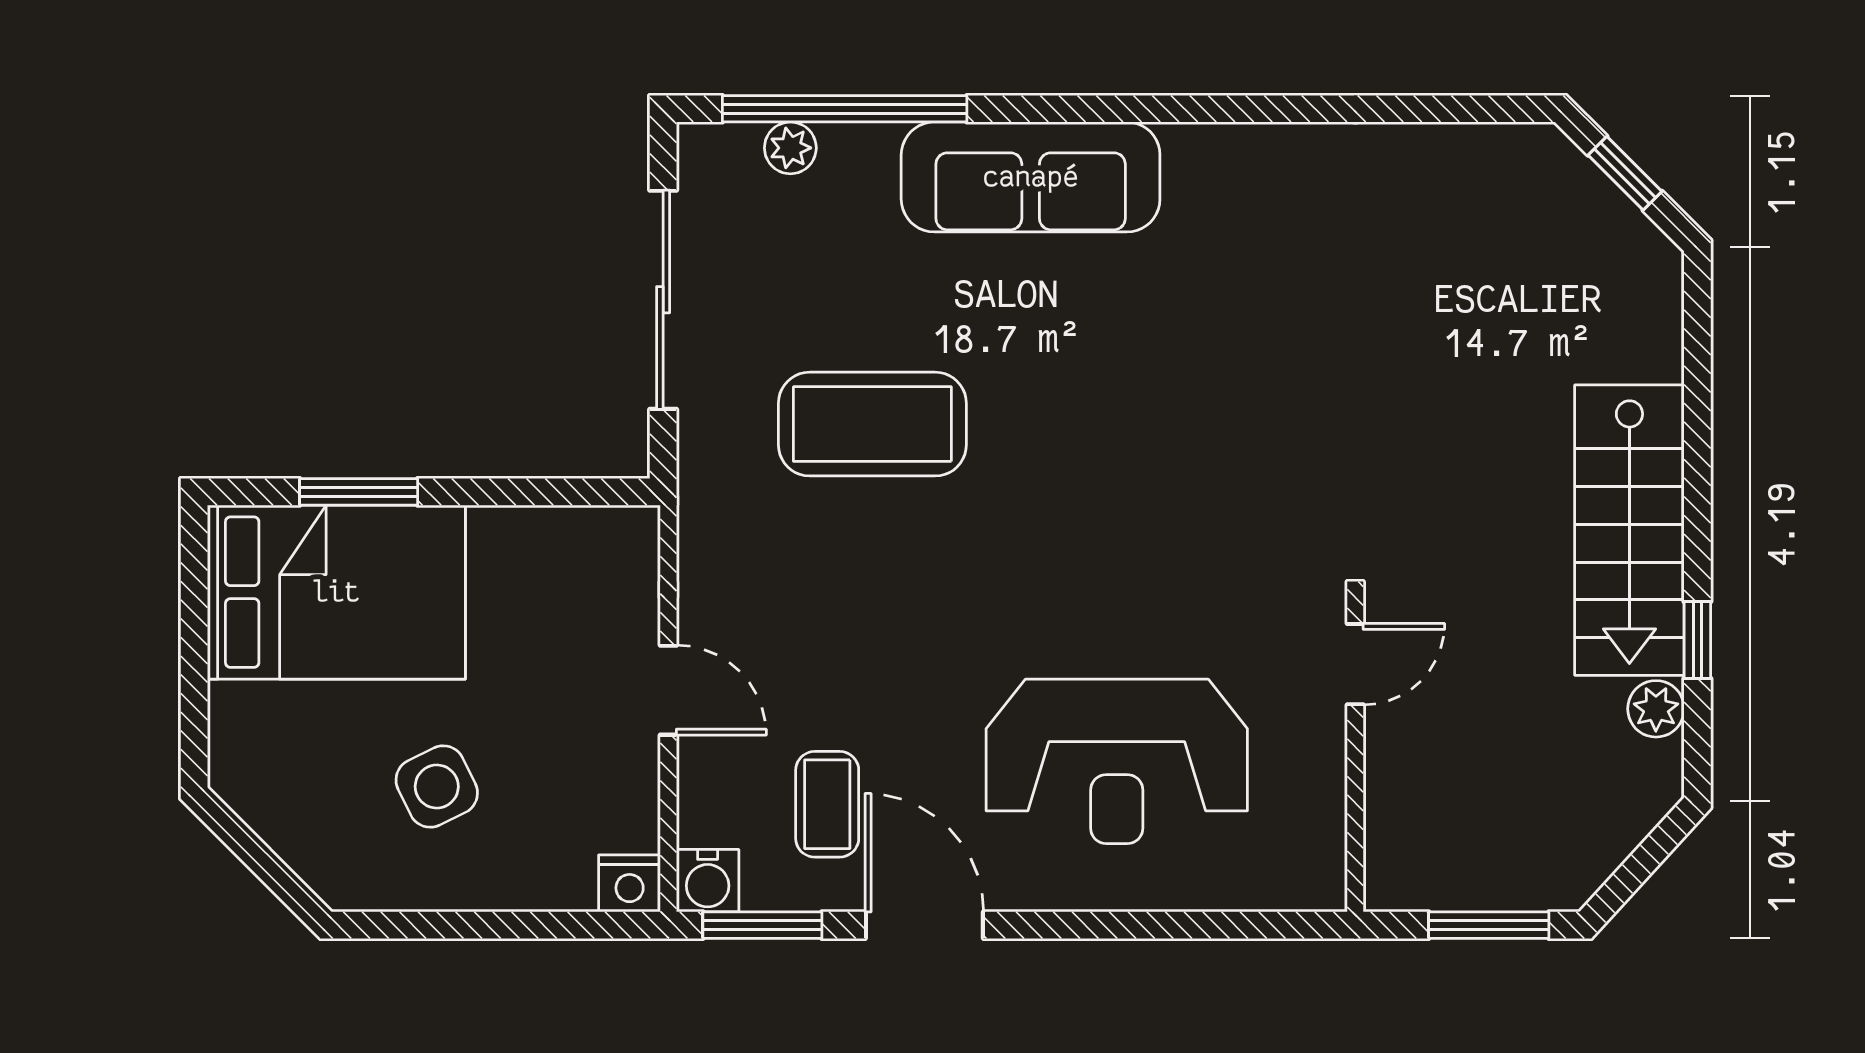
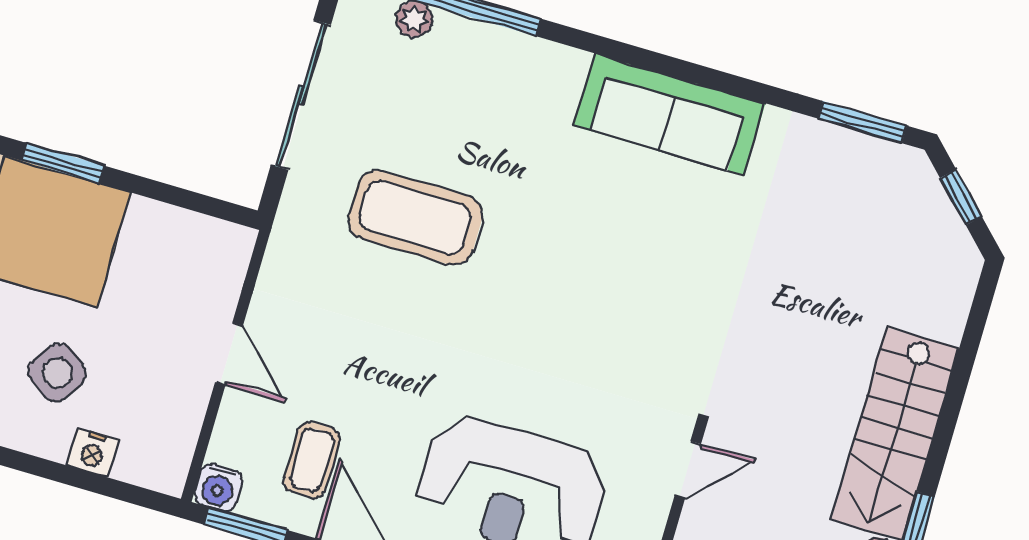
window: (1457, 109) -> (862, 122), added
sofa: (1031, 177) -> (669, 115), moved
side table: (437, 787) -> (57, 373), turned -30
nightstand: (630, 883) -> (93, 453), moved

